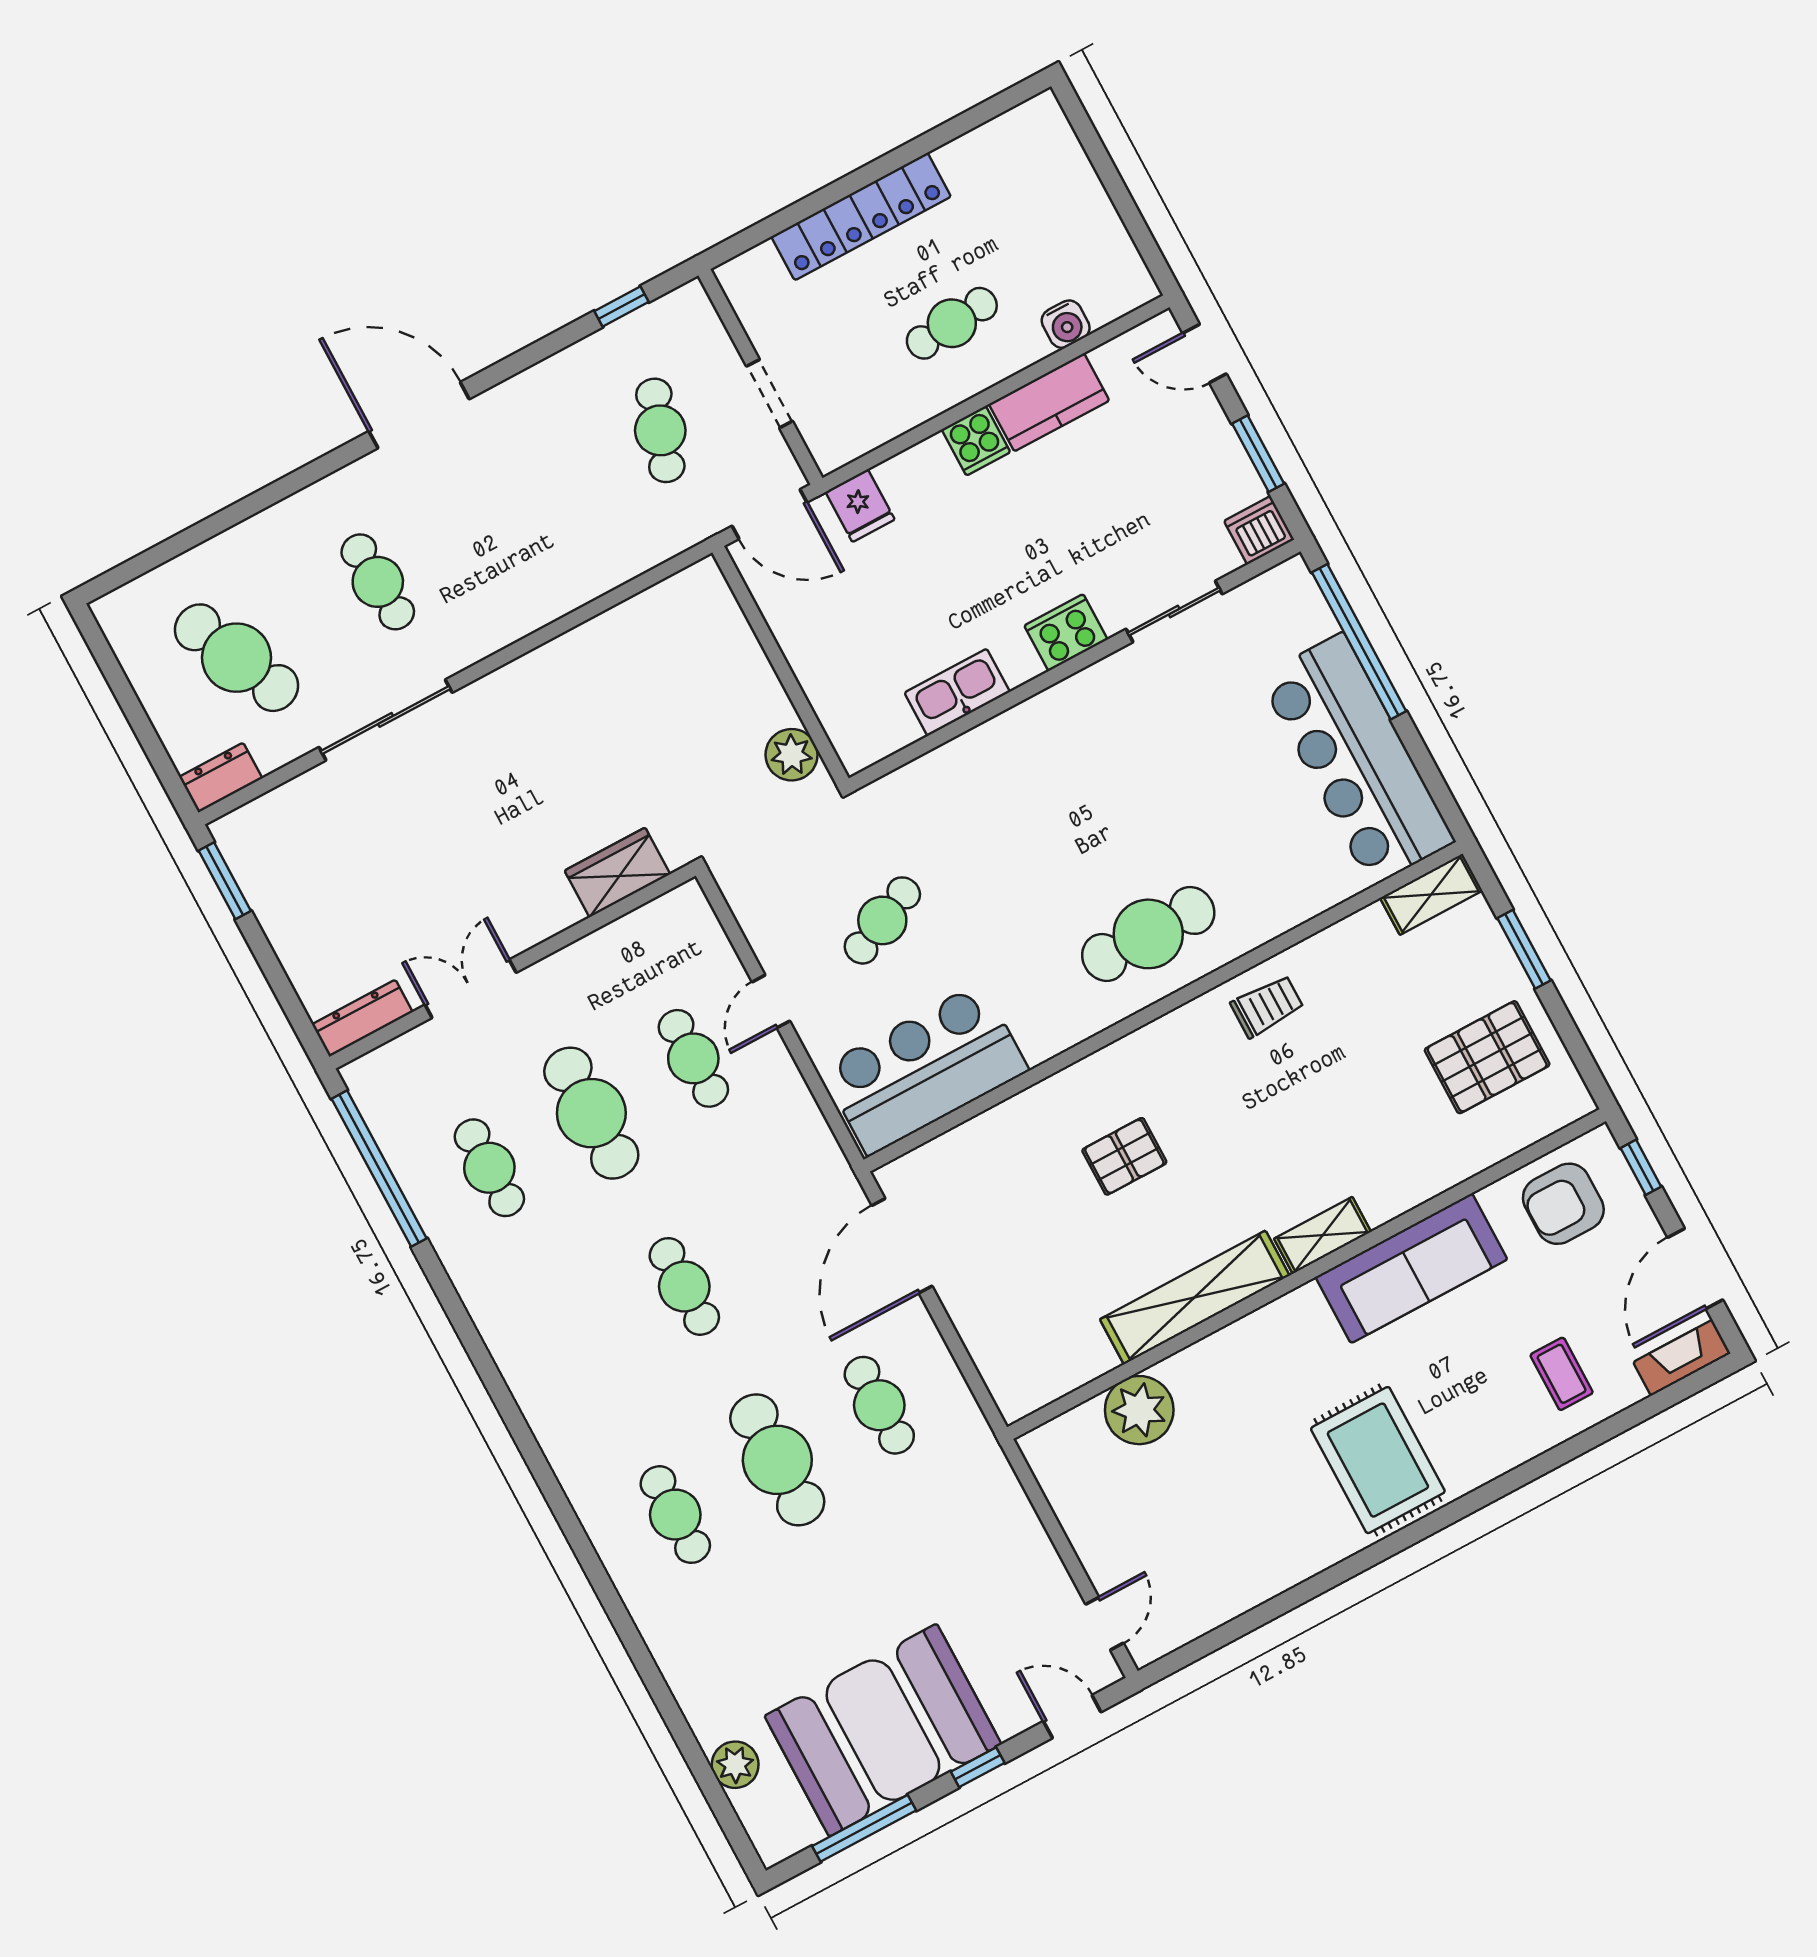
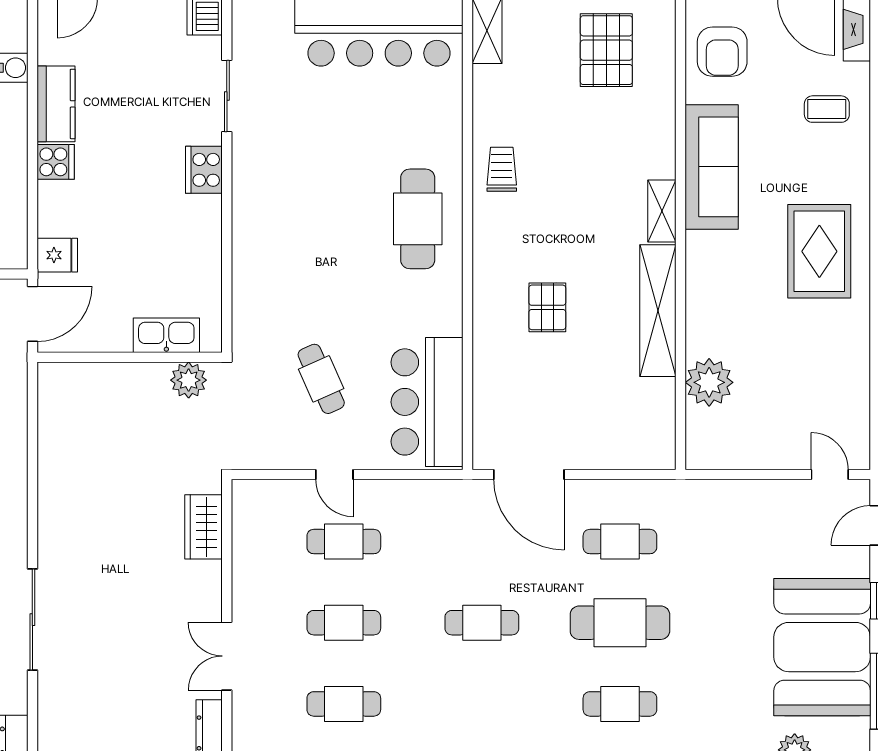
kitchen sink: (957, 692) -> (166, 335), moved, turned 90
cafe table: (591, 1113) -> (344, 623), width x0.73, depth x0.74
rug: (1378, 1460) -> (819, 251), turned 90

